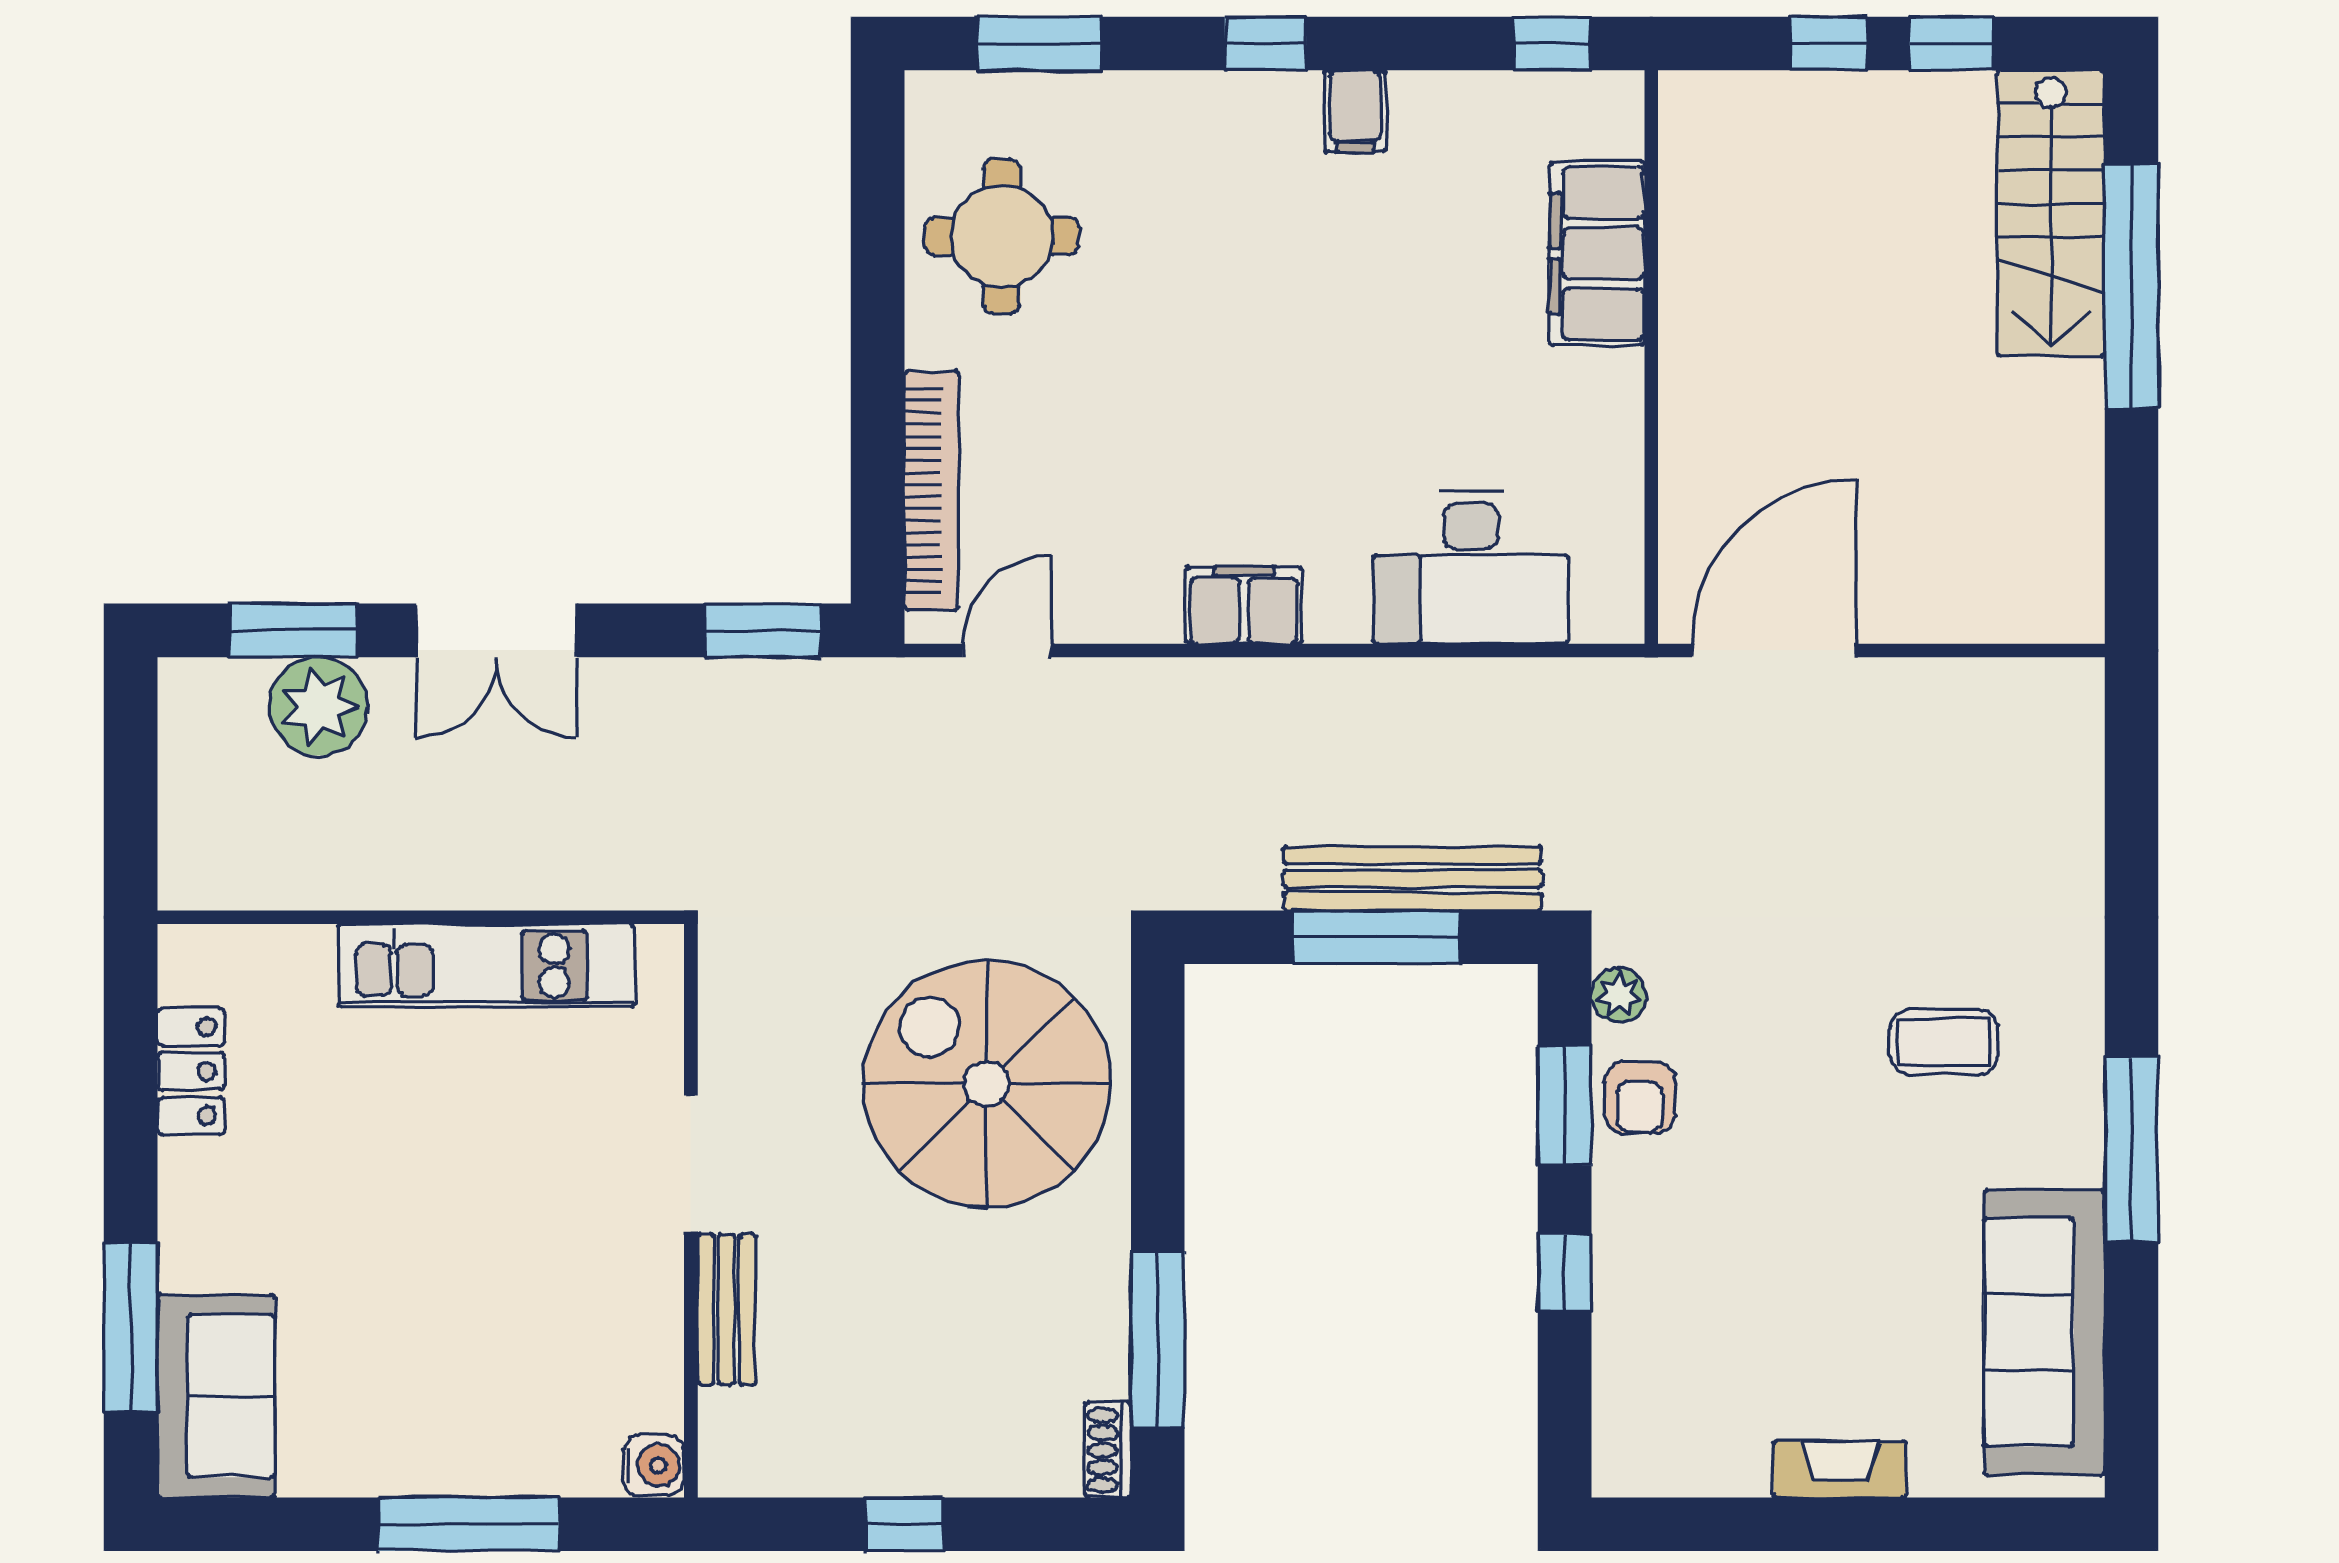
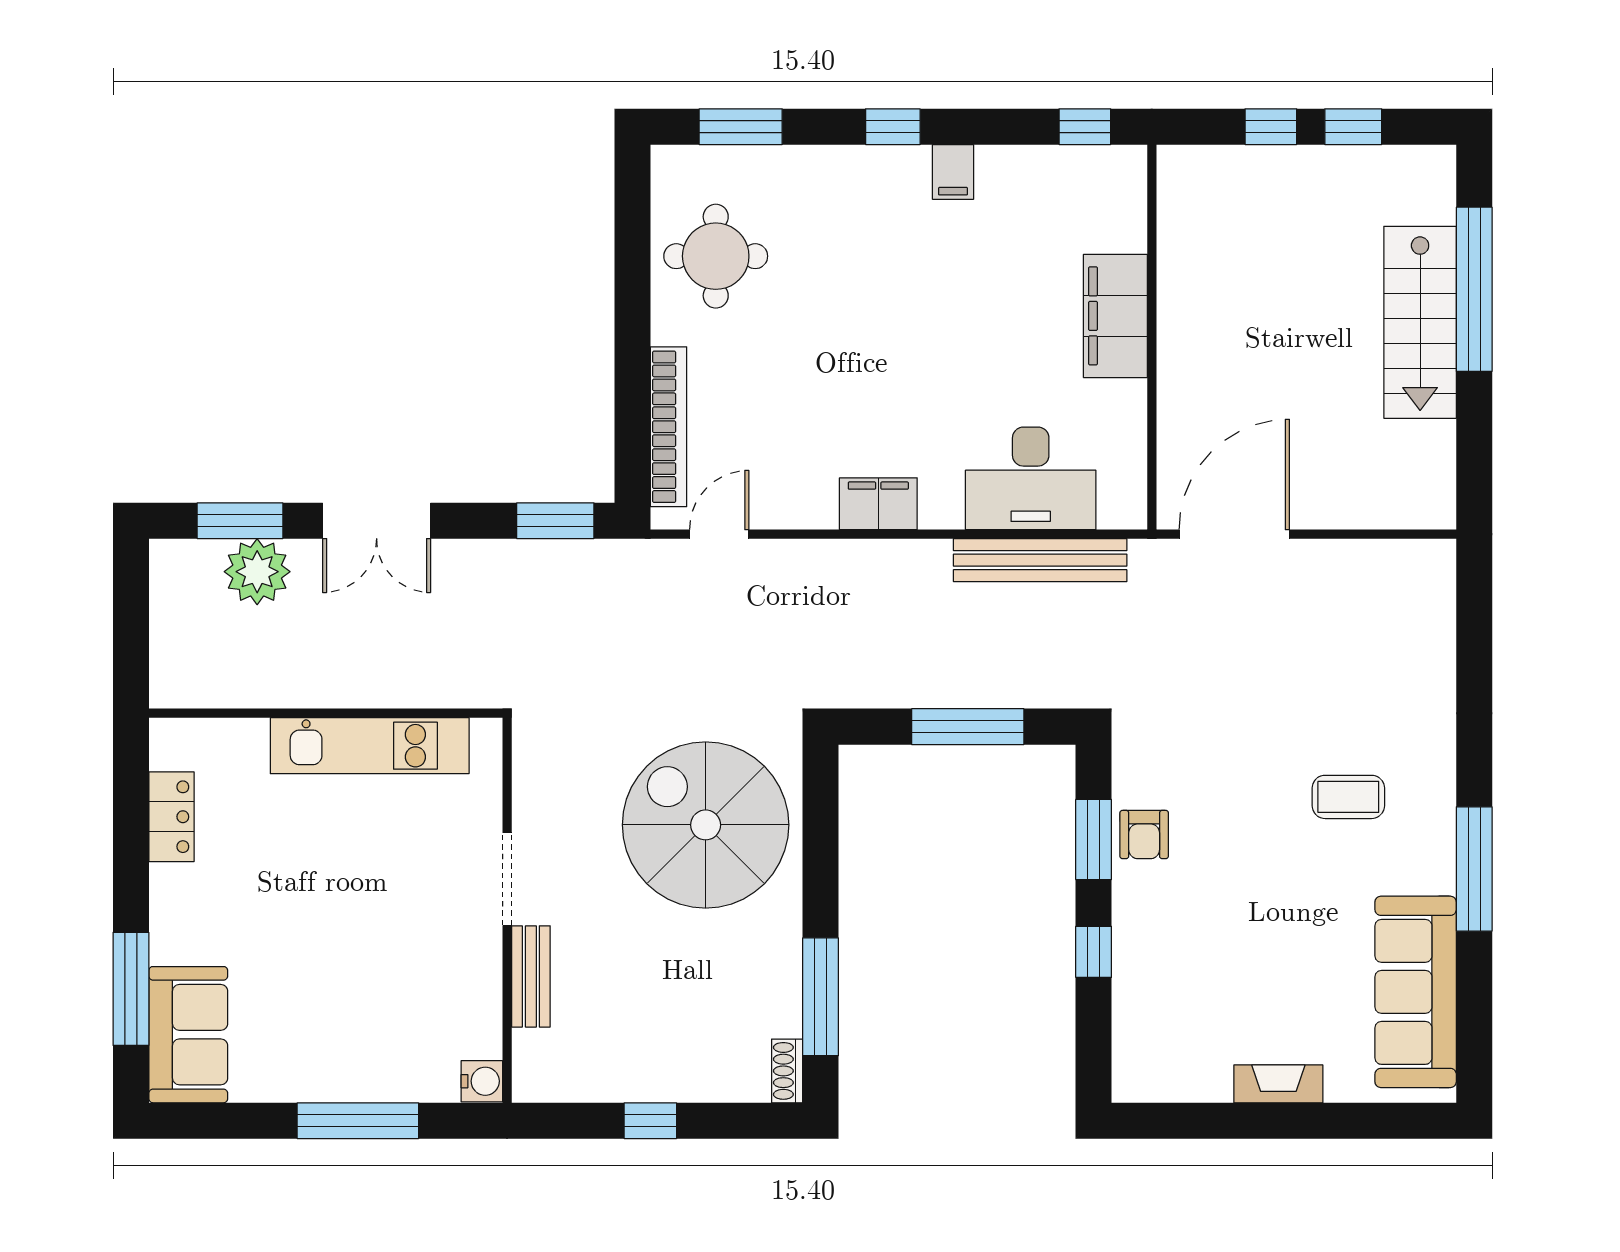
stairs: (2051, 213) -> (1420, 322), moved
filing cabinet: (1597, 253) -> (1115, 316), moved
bench: (1413, 878) -> (1040, 560), moved
plant: (1619, 995) -> (1130, 765), removed

